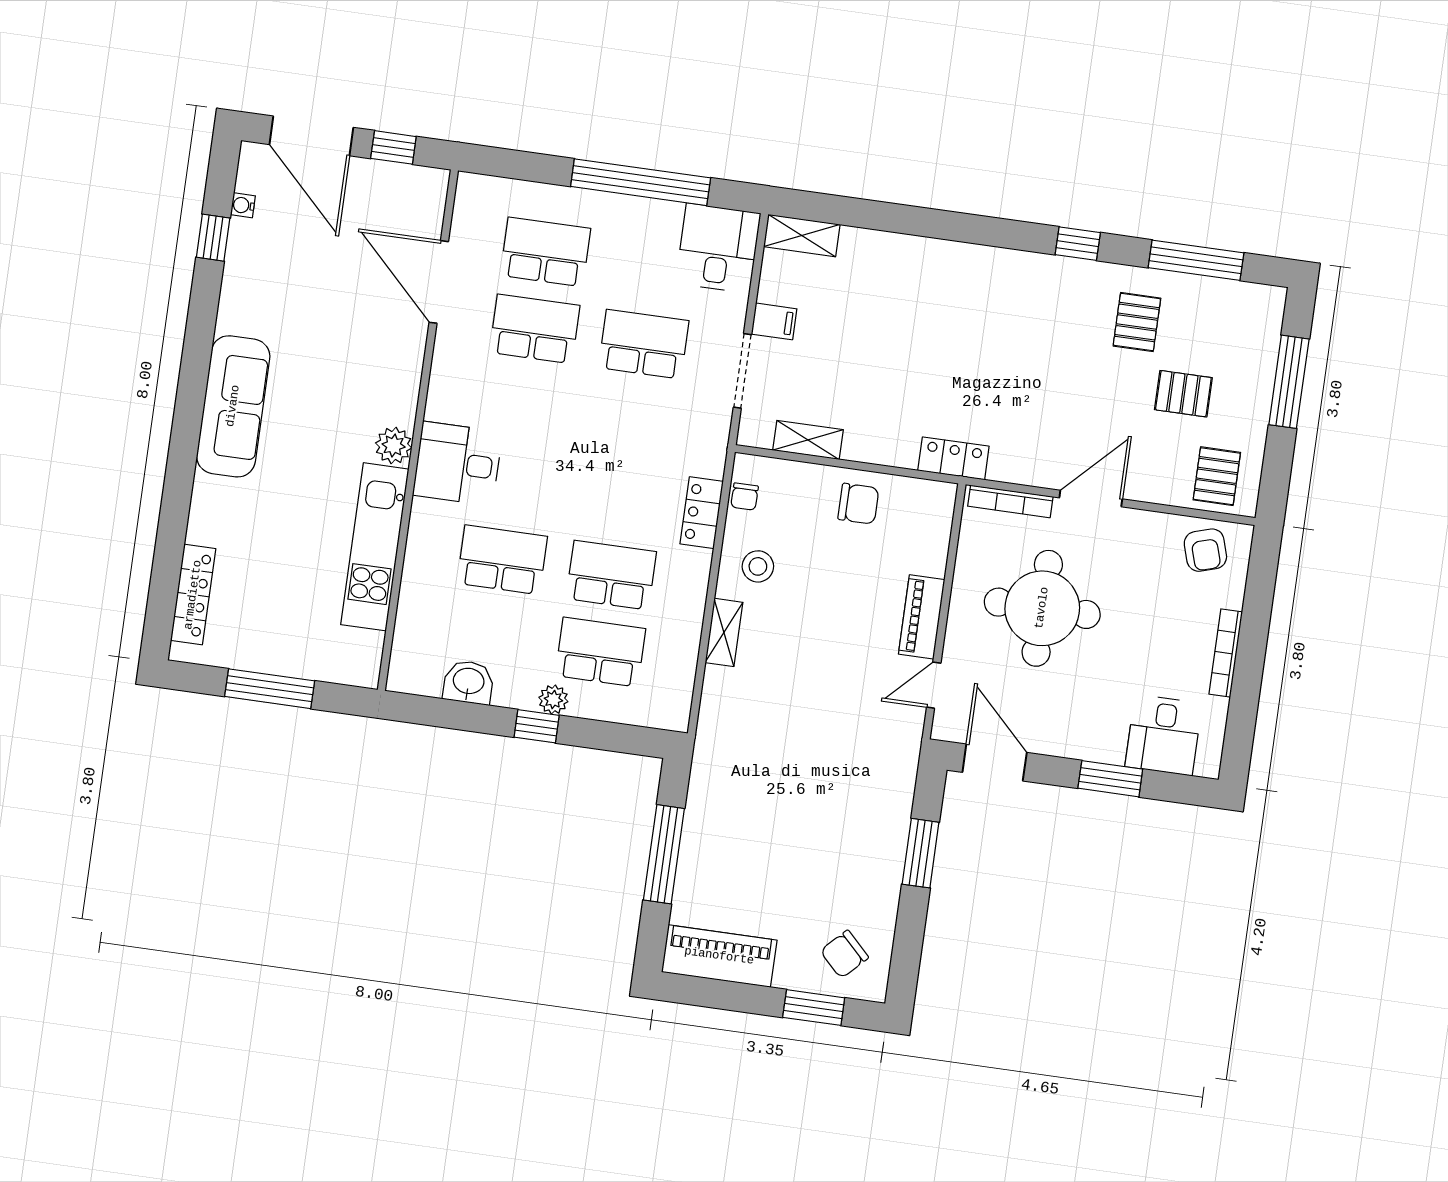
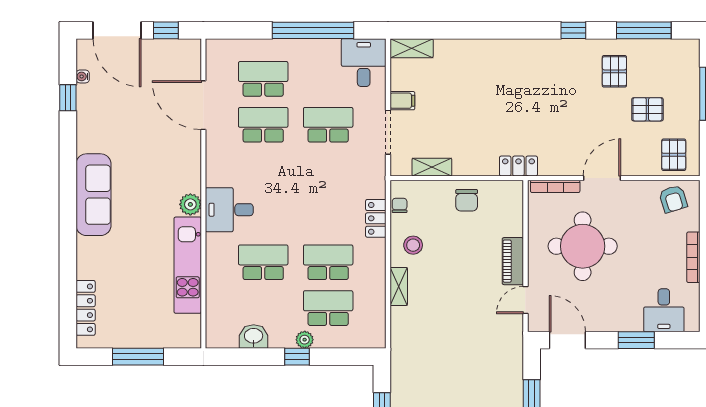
chair: (745, 497) -> (400, 205), turned 180
chair: (858, 504) -> (467, 200), turned 90

